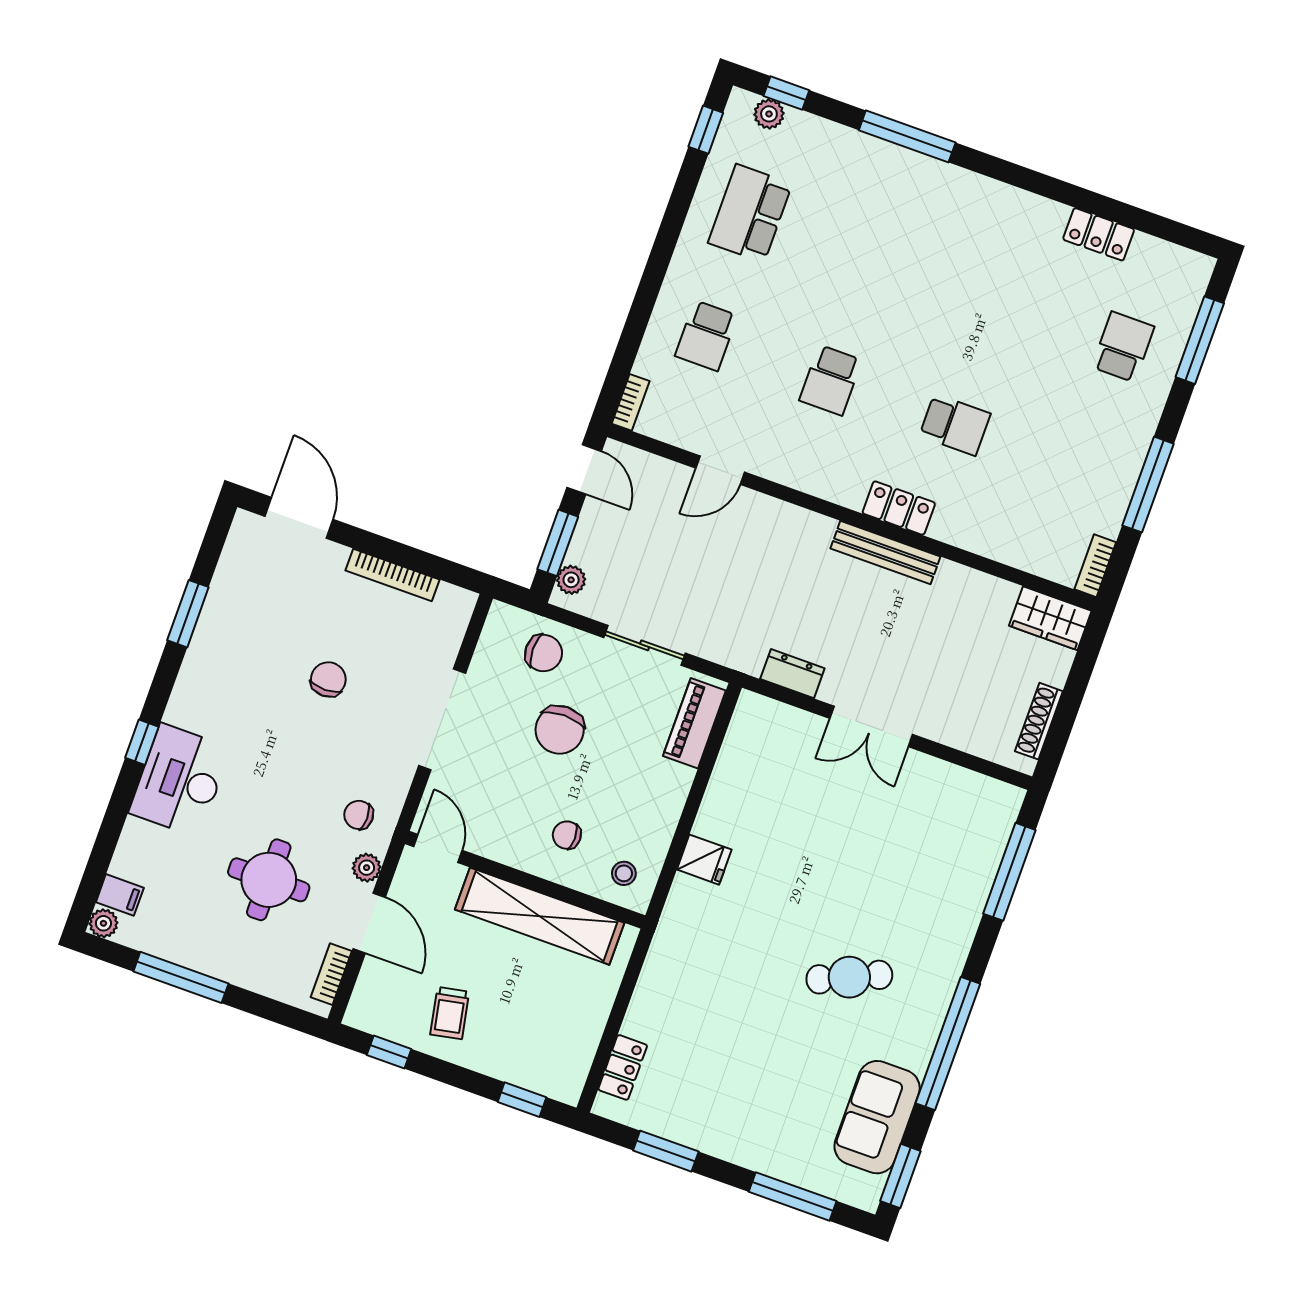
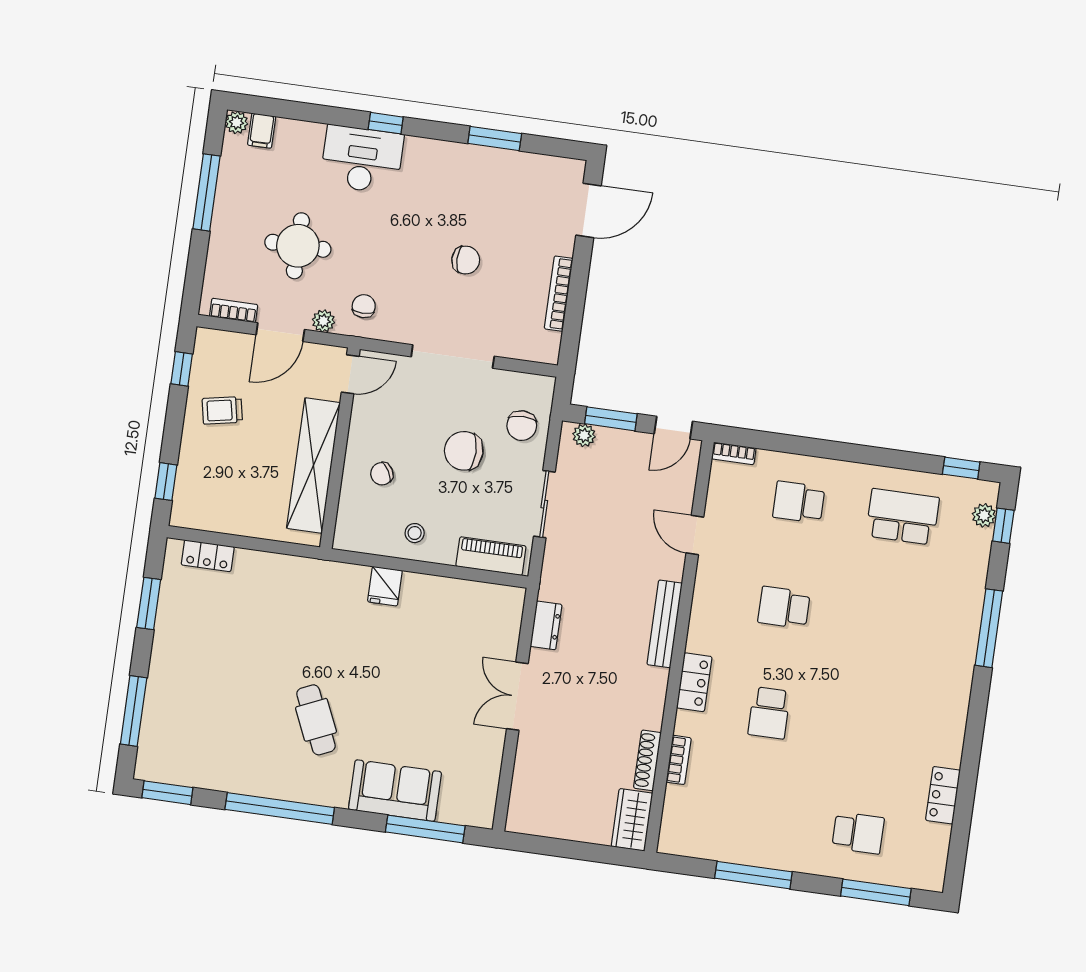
bench: (885, 553) -> (665, 624), moved
bookcase: (1095, 566) -> (679, 760), moved, turned 90
shoe rack: (1039, 721) -> (647, 760), moved, turned -90
chair: (567, 835) -> (382, 474), turned -120
stool: (624, 873) -> (415, 533), moved
sofa: (877, 1117) -> (395, 791), moved

